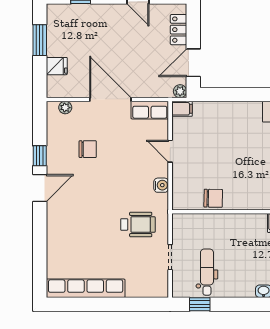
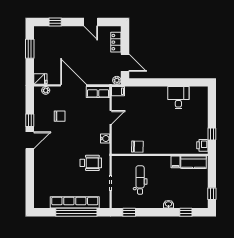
door: (193, 63) -> (125, 63), swing flipped
fridge: (57, 66) -> (40, 79), moved
door: (170, 151) -> (111, 117), swing flipped
dental chair: (207, 272) -> (140, 180), moved
row of seats: (86, 288) -> (75, 202), moved
window: (115, 304) -> (76, 212), added

